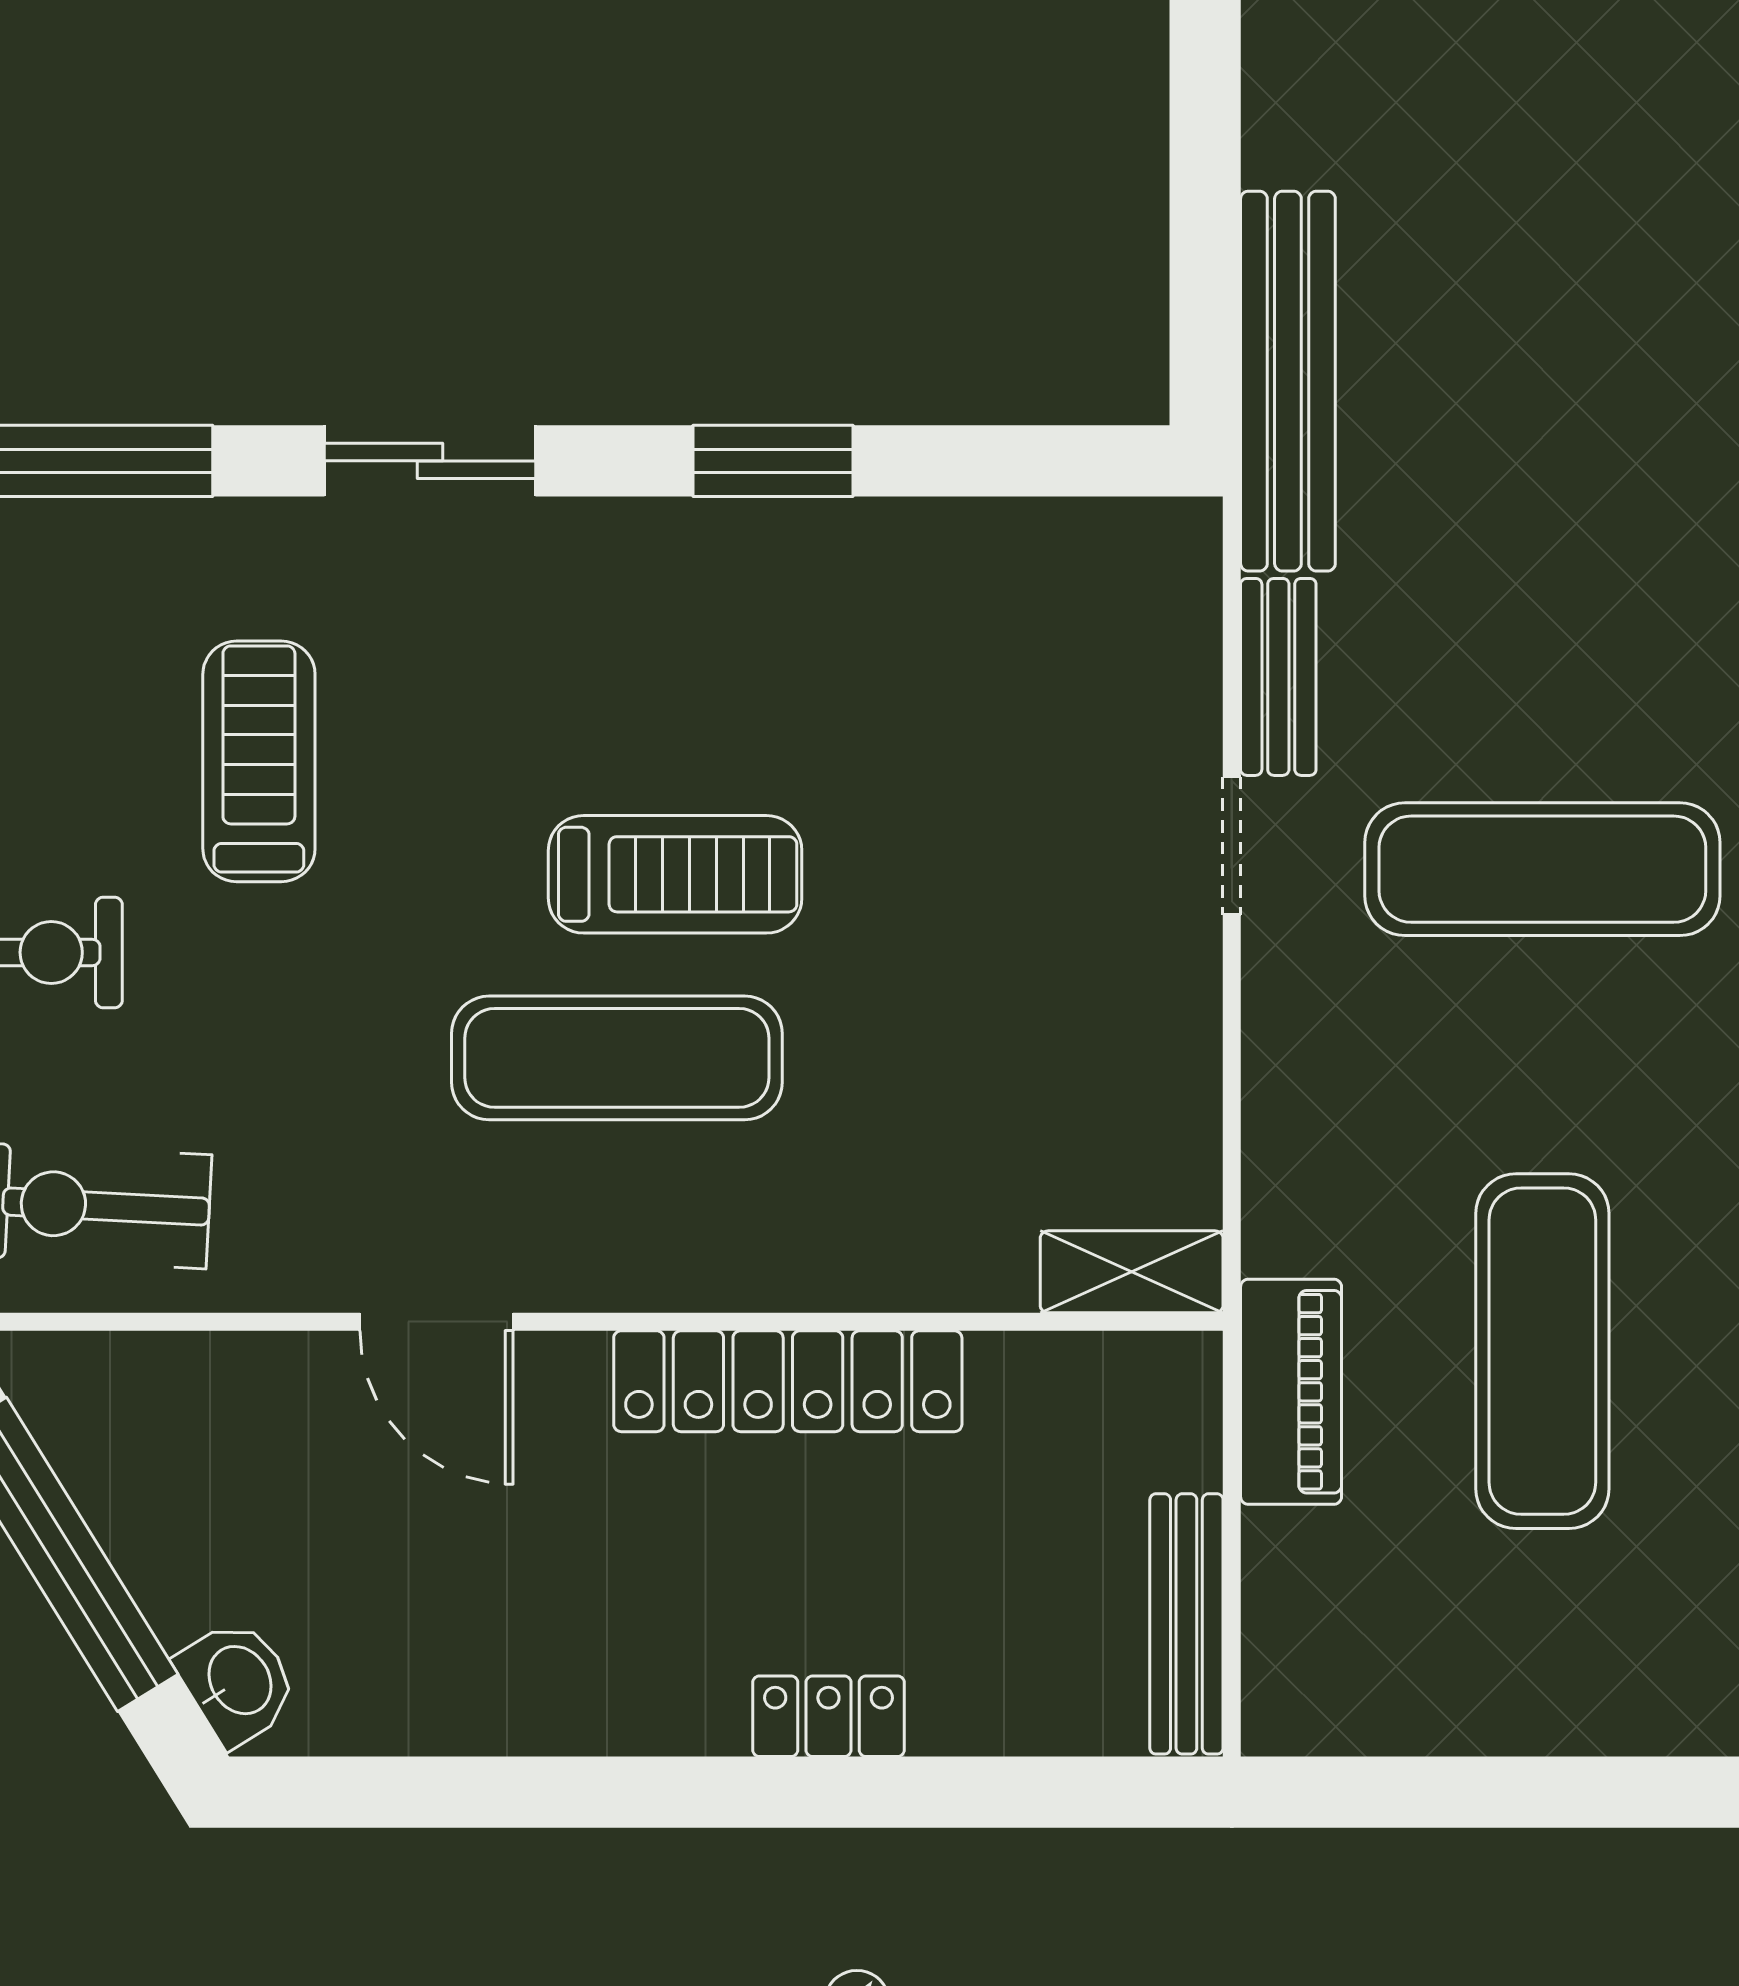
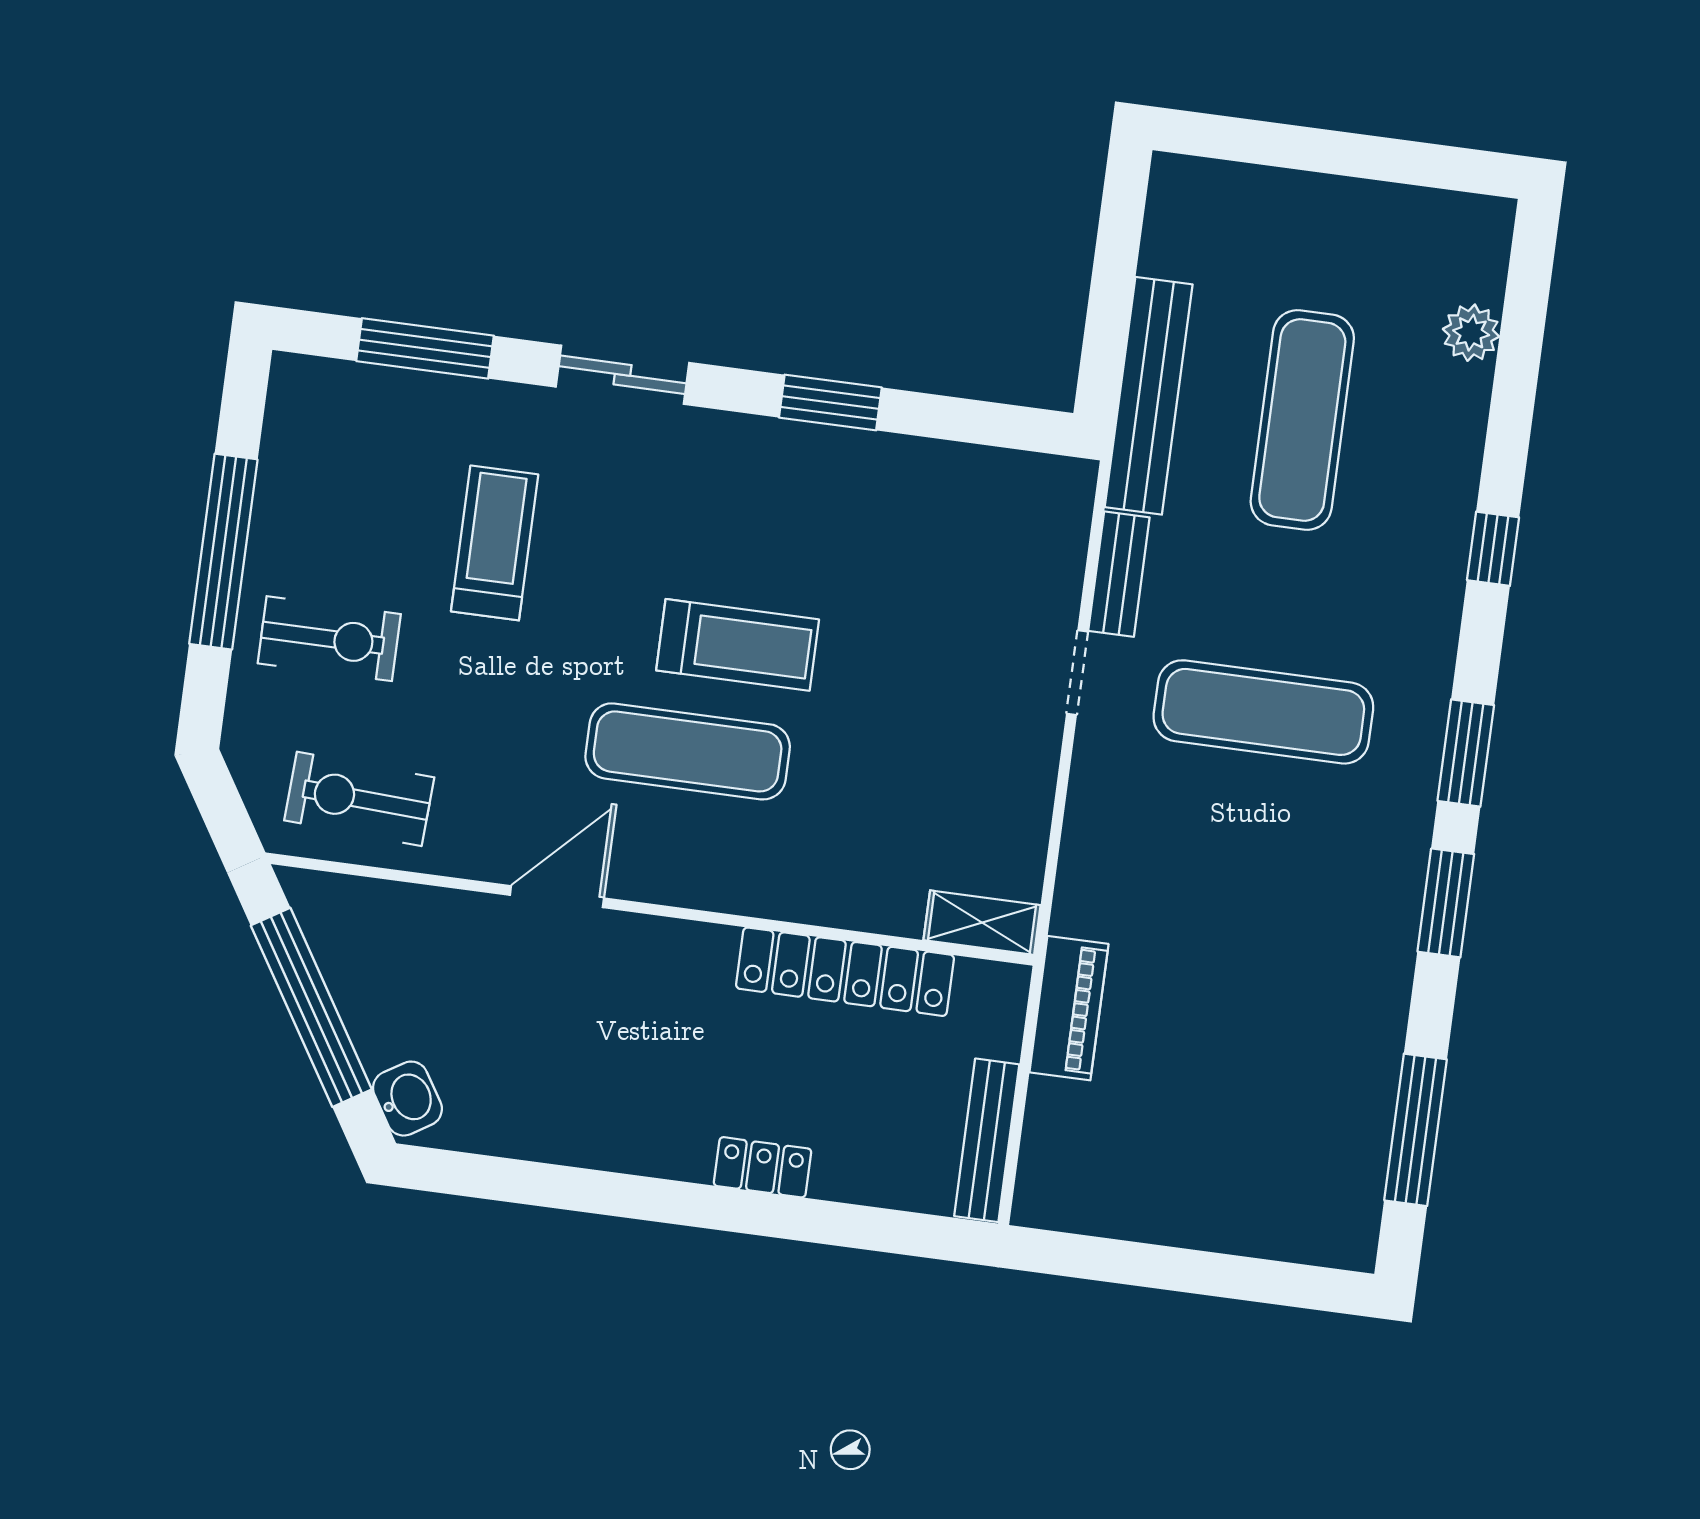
door: (436, 1322) -> (557, 897), swing flipped
exercise mat: (1542, 1351) -> (1302, 420), moved
locker: (788, 1381) -> (845, 972), moved

